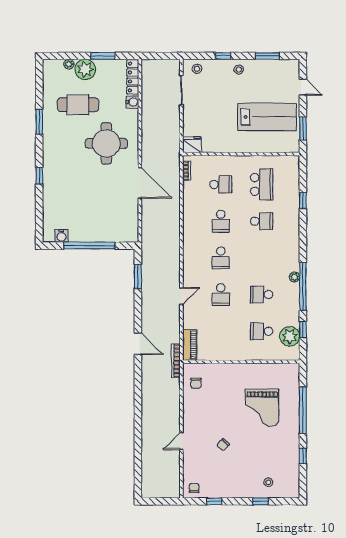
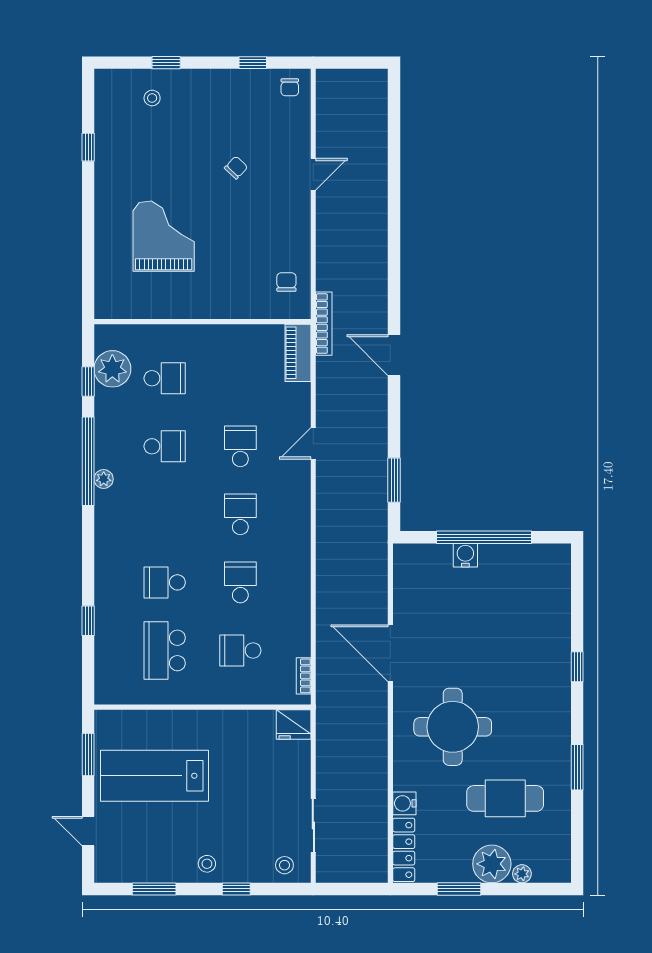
water cooler: (61, 236) -> (465, 555), moved
window: (303, 410) -> (88, 232), removed

